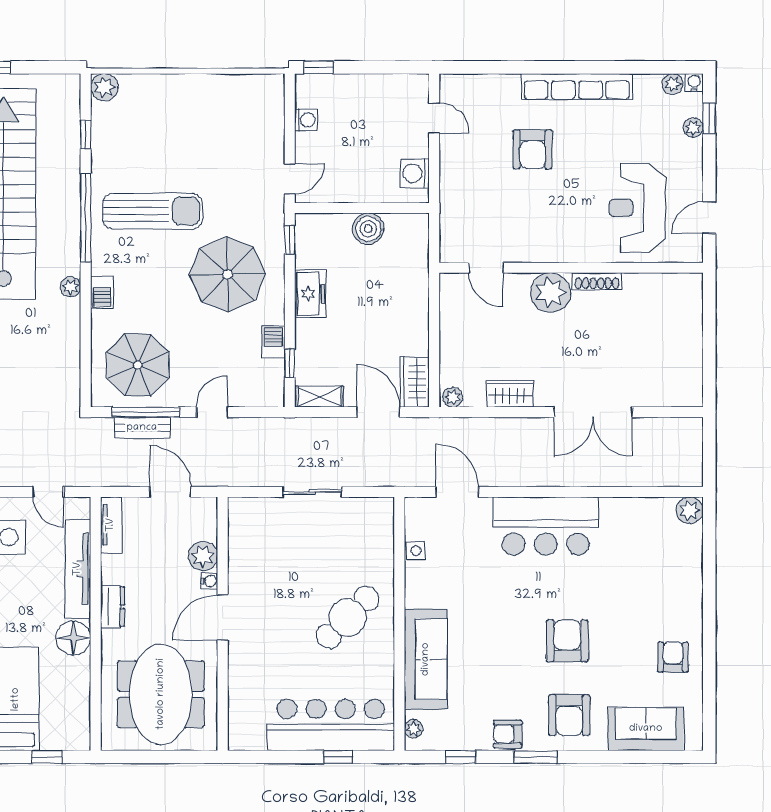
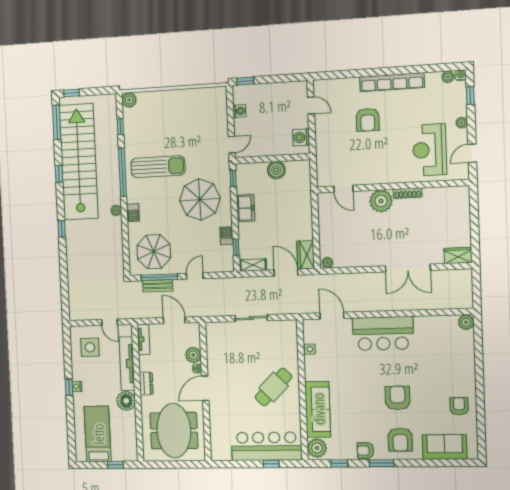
plant: (693, 128) -> (462, 123), moved
wardrobe: (510, 394) -> (458, 256), moved
plant: (414, 729) -> (317, 448), width x1.87, depth x1.87

